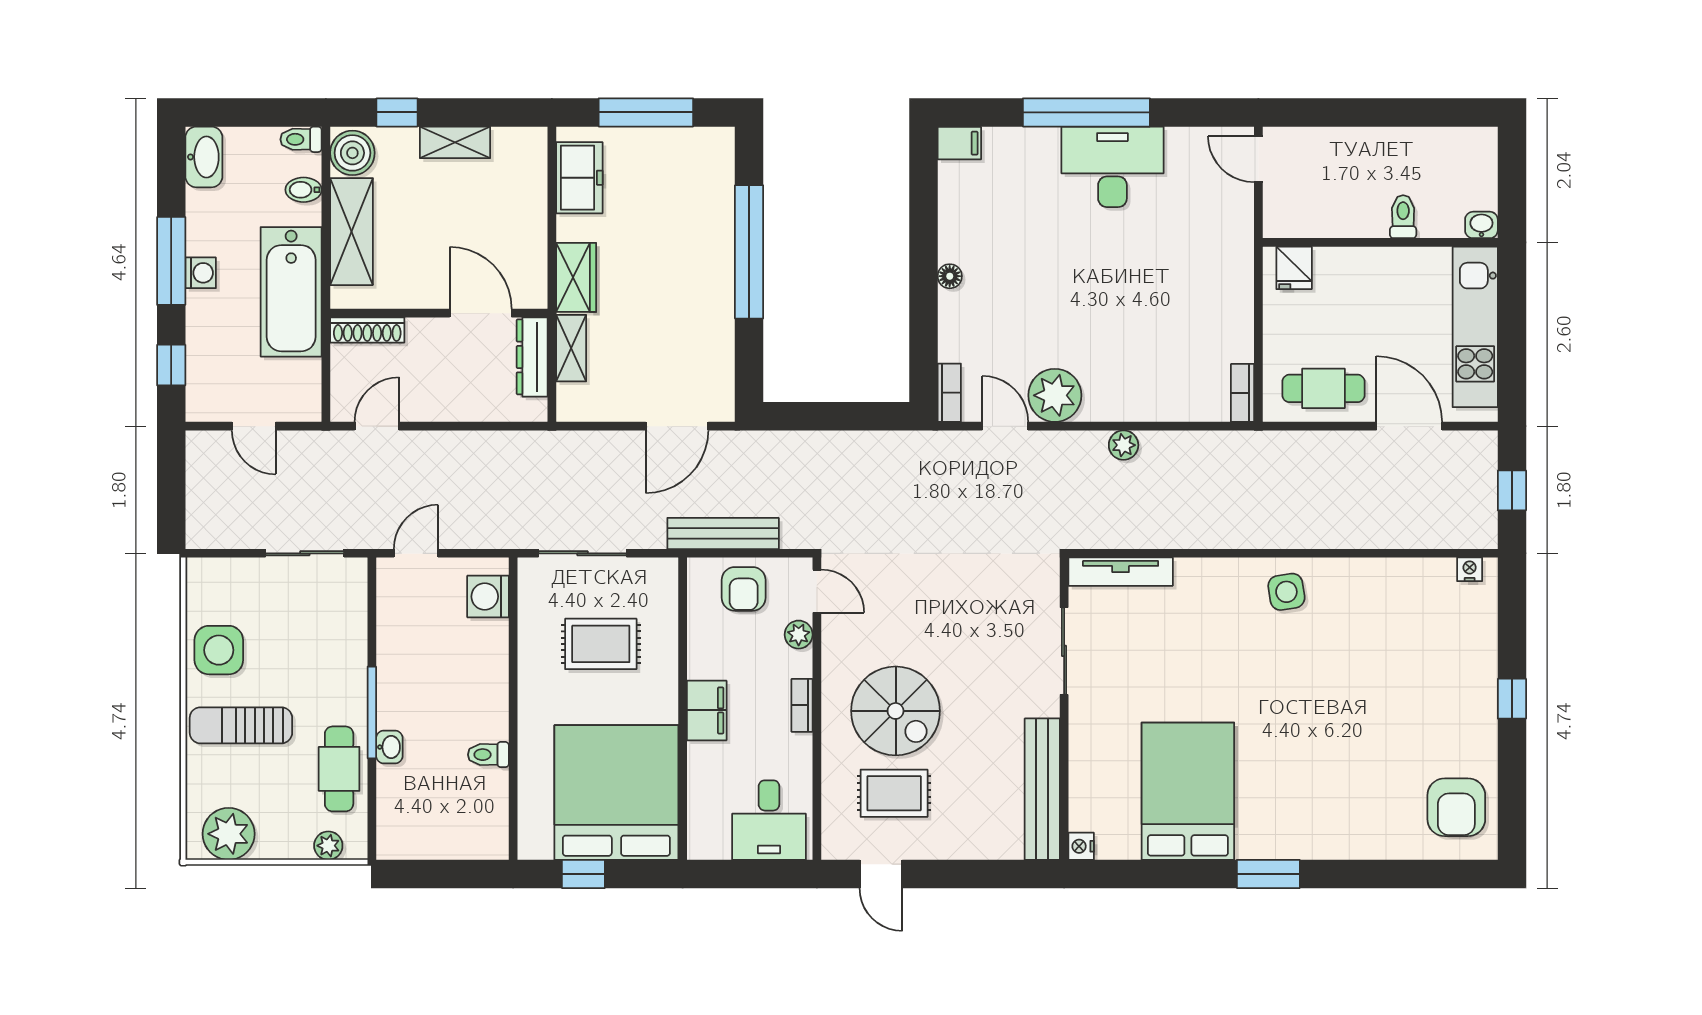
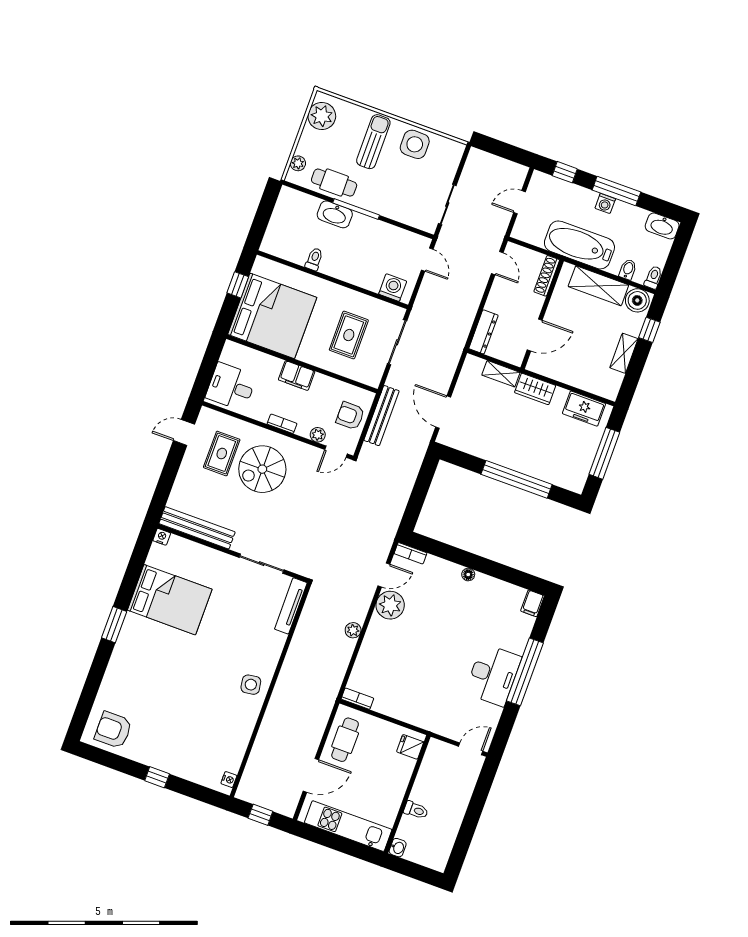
dresser: (532, 357) -> (483, 332), moved, turned 90
washbasin: (389, 747) -> (335, 214), width x1.91, depth x1.45

